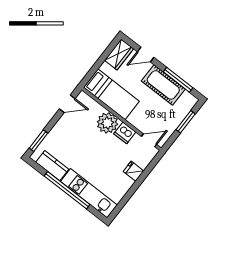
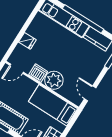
door: (67, 104) -> (90, 93), hinge flipped

